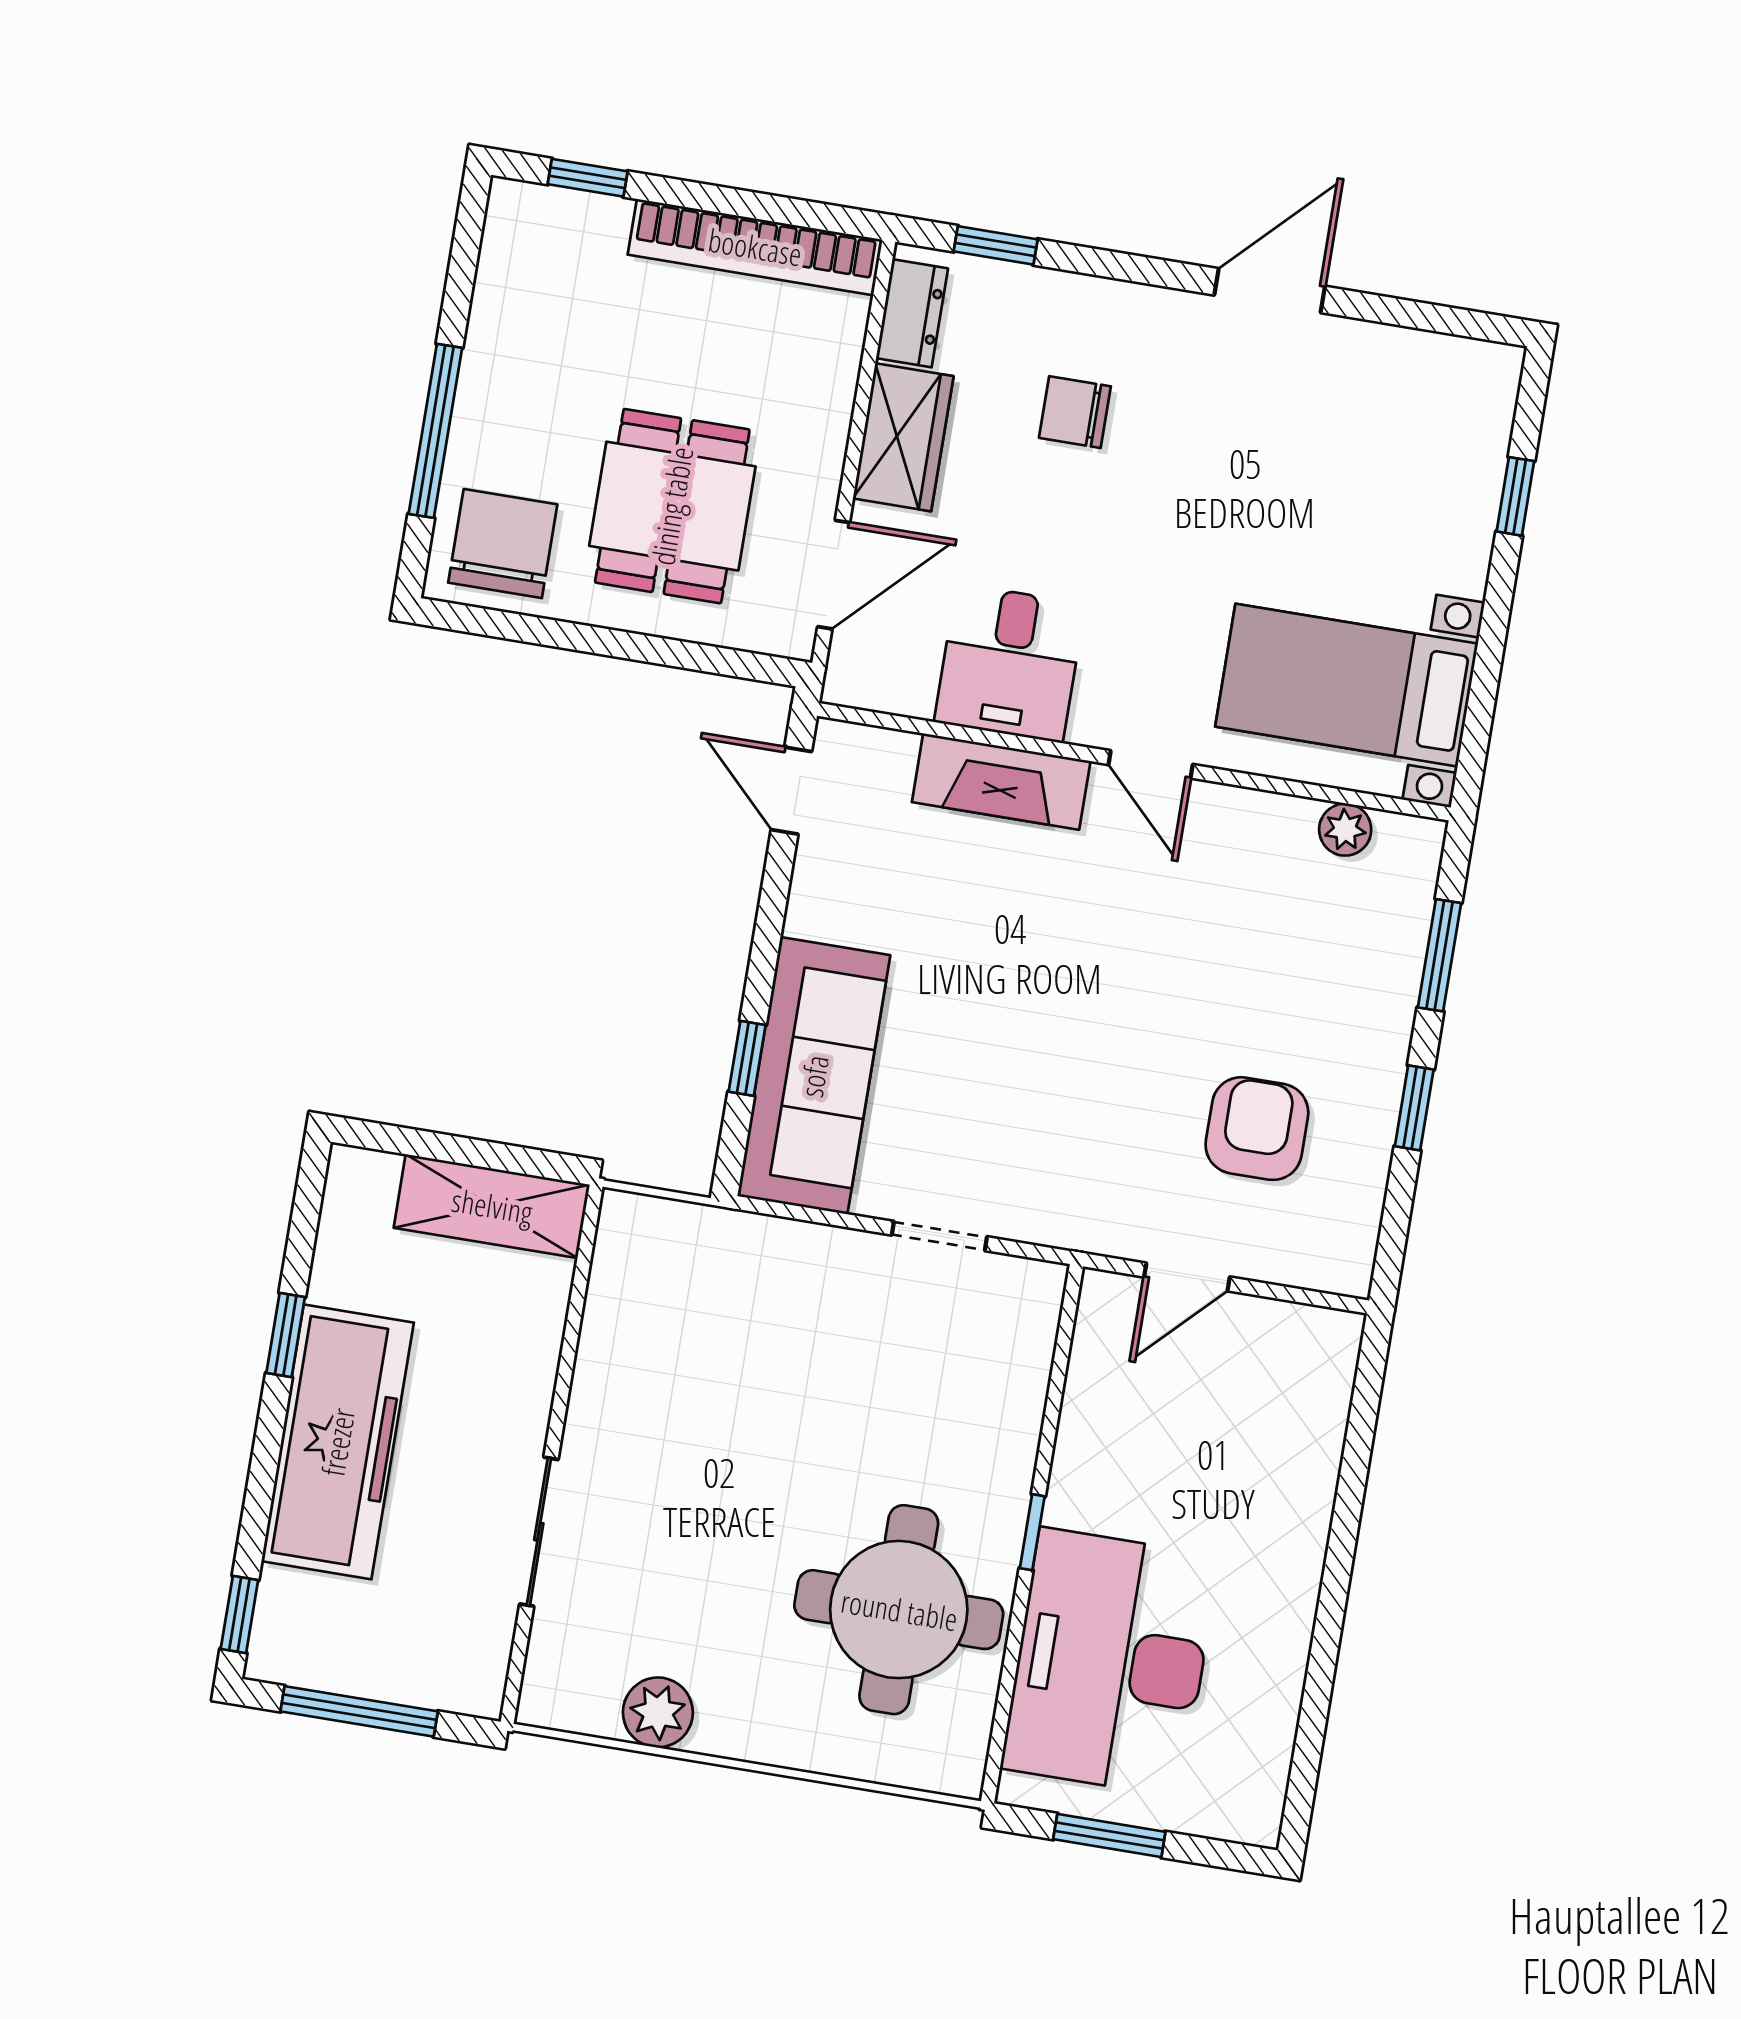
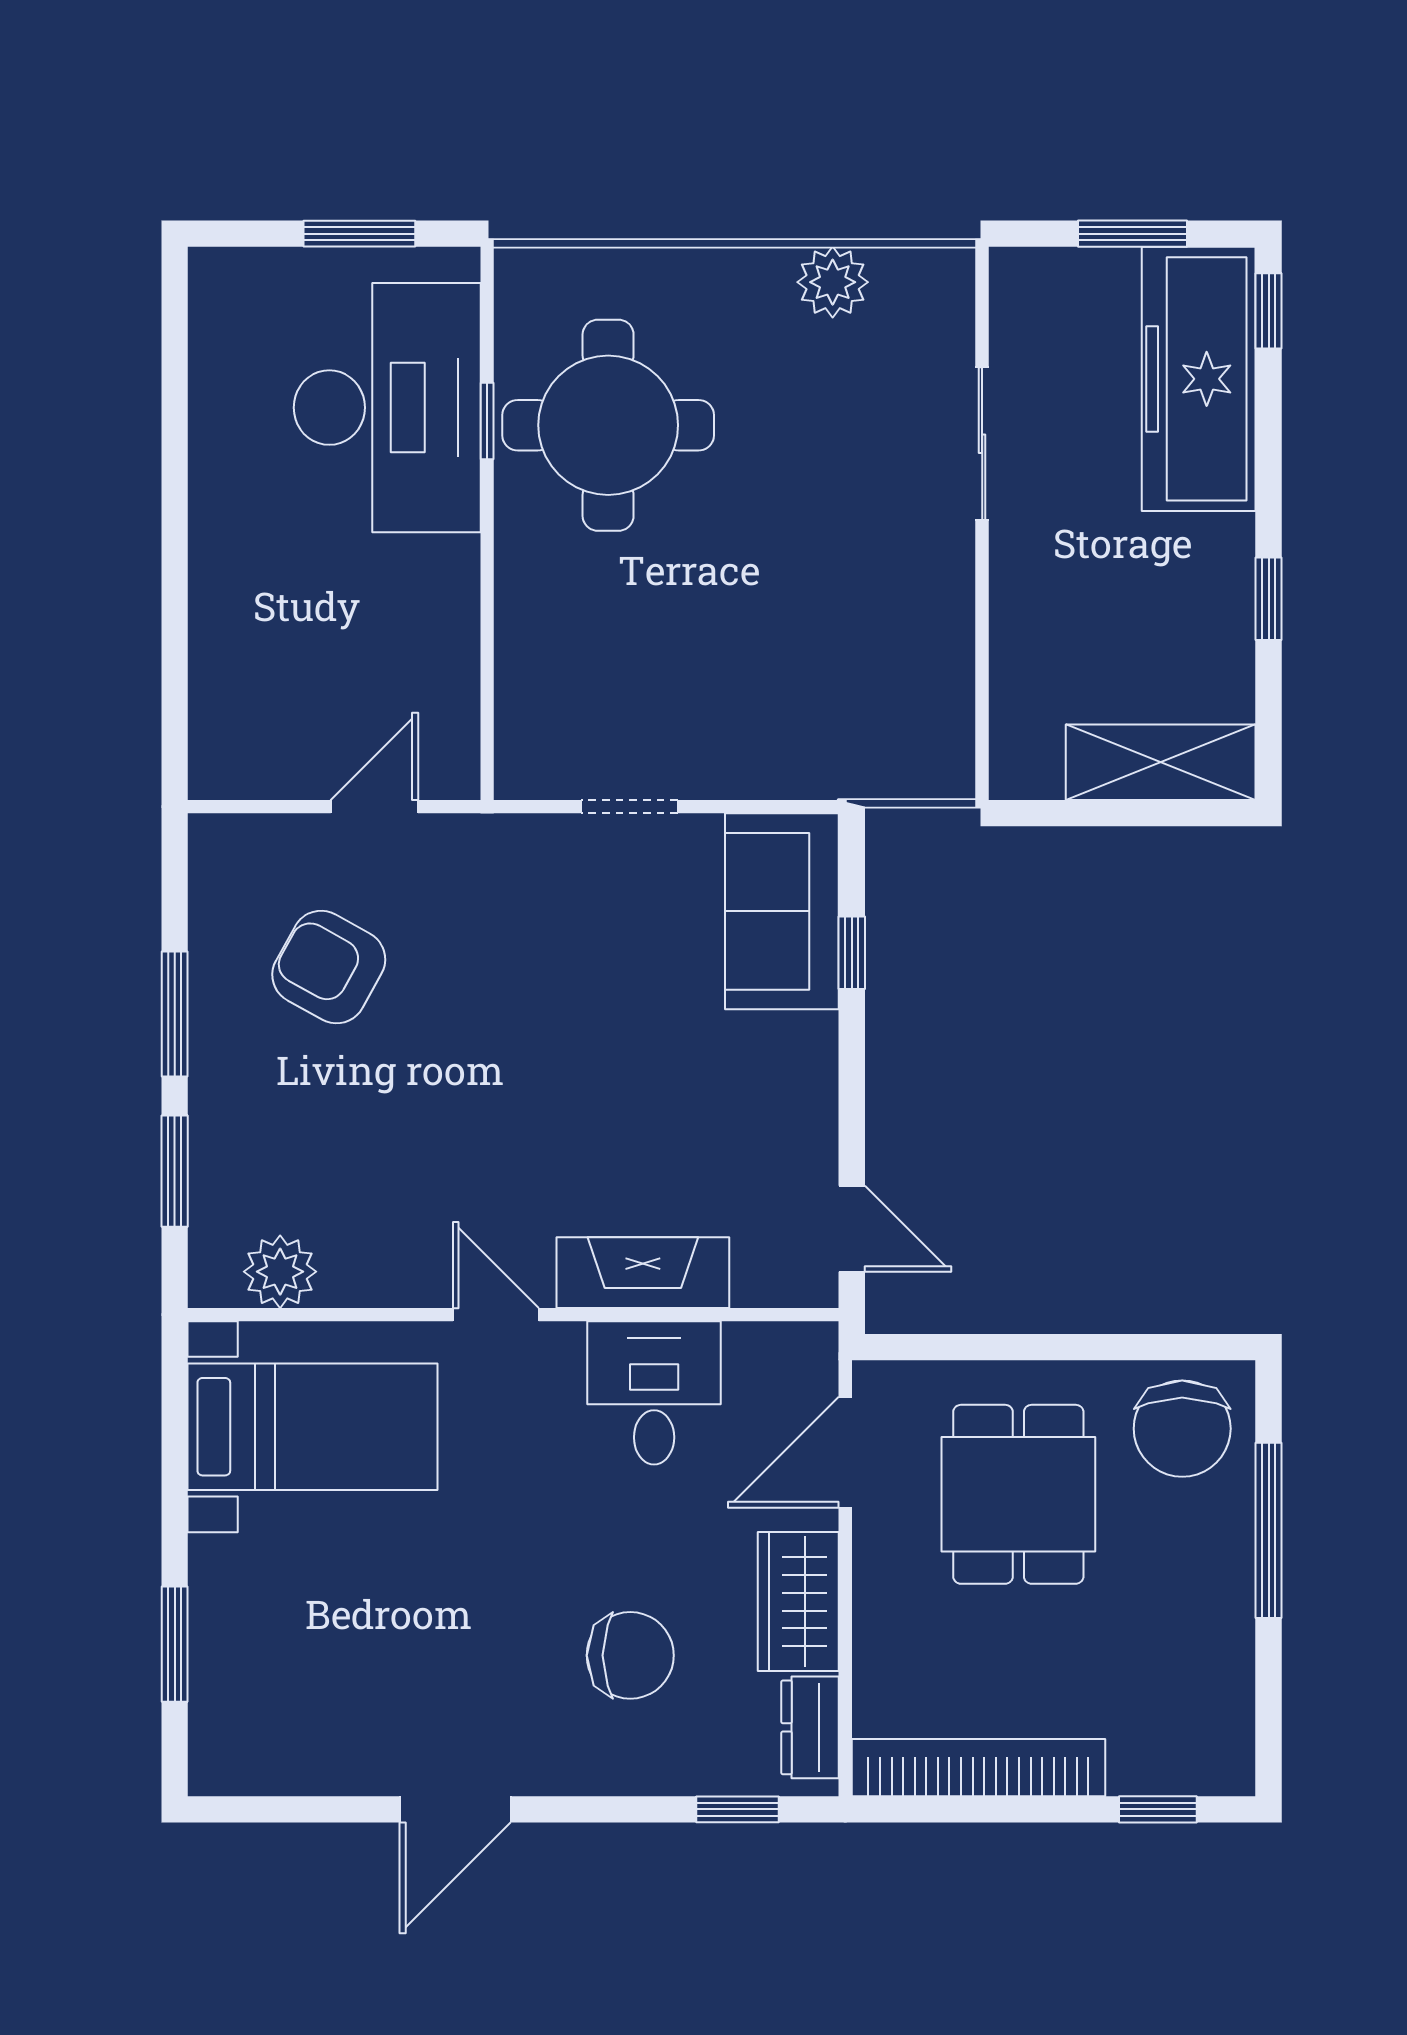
chair: (1075, 412) -> (630, 1655), width x1.37, depth x1.37
window: (1515, 496) -> (175, 1644), width x1.50
plant: (1345, 830) -> (280, 1272), width x1.38, depth x1.38
sofa: (814, 1076) -> (782, 911), width x0.73
window: (1414, 1108) -> (175, 1014), width x1.50
armchair: (1257, 1129) -> (329, 967), turned 119
shelving: (492, 1206) -> (1161, 762), moved
freezer: (338, 1442) -> (1199, 379), moved
window: (1032, 1532) -> (487, 421), moved
window: (359, 1711) -> (1132, 234), width x0.69

